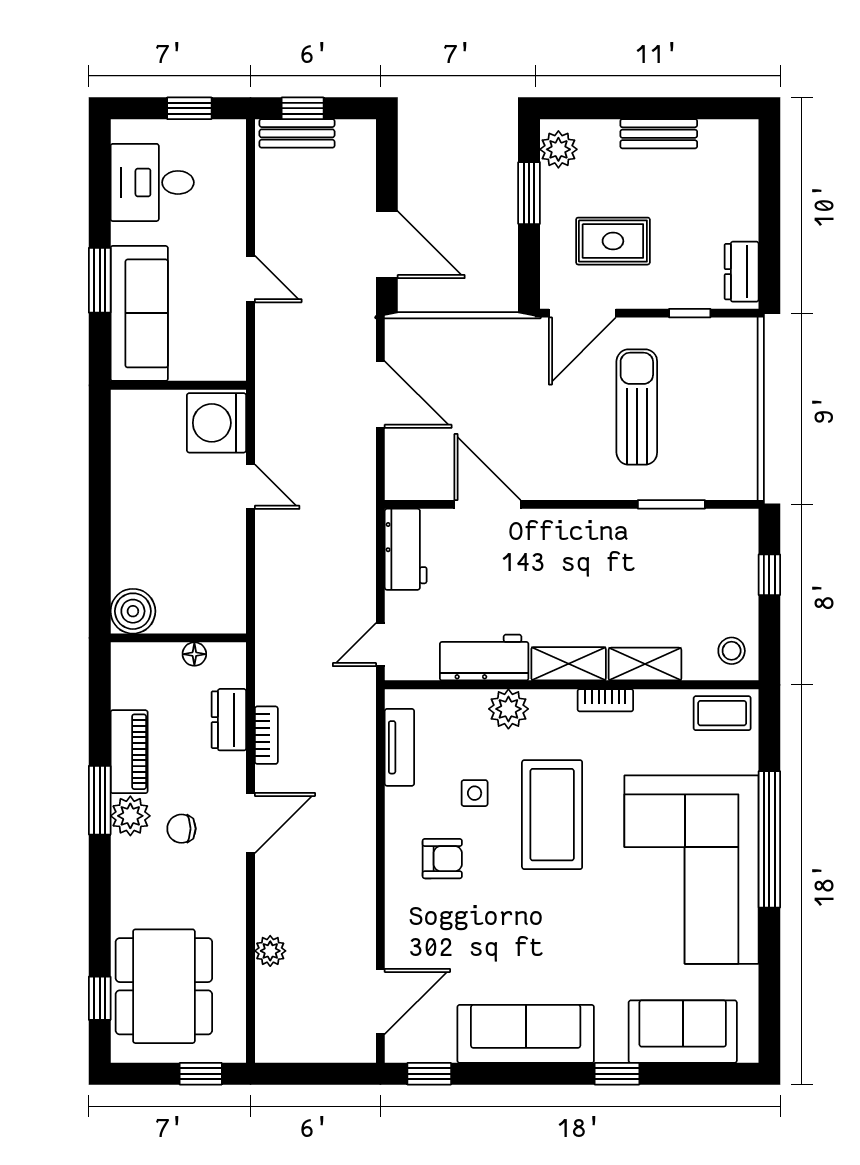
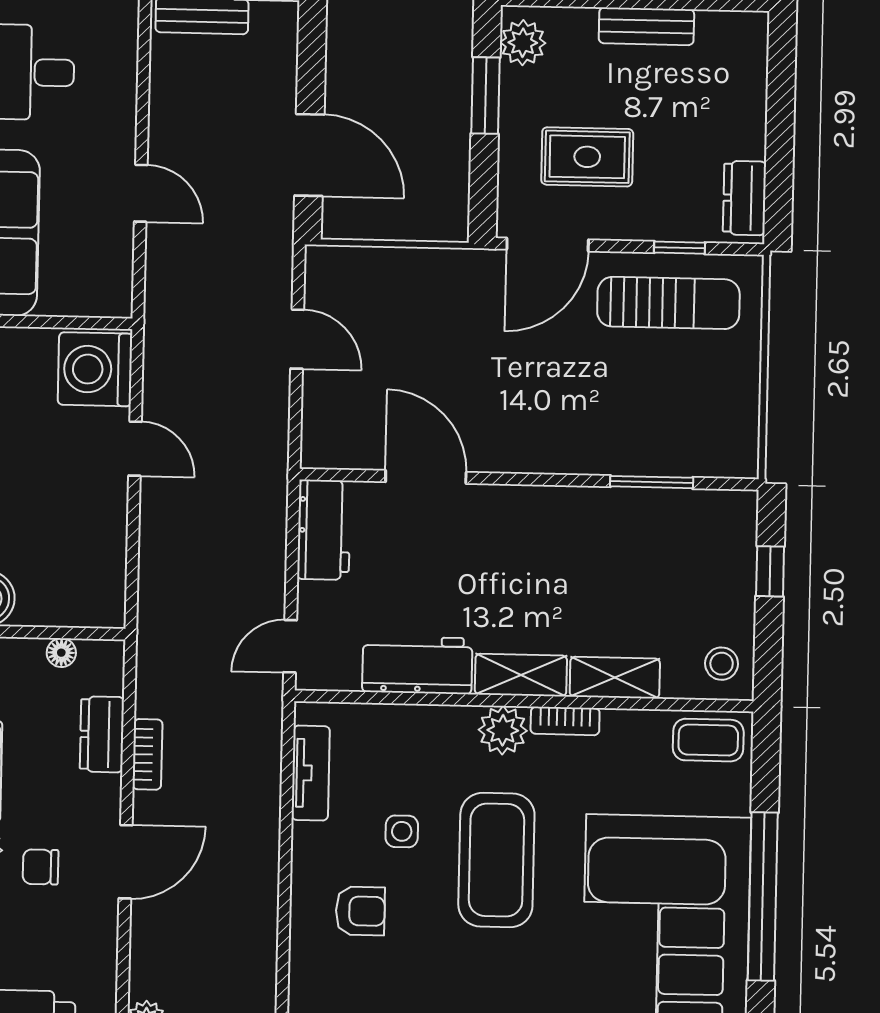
door: (380, 395) -> (297, 339), width x0.73
sun lounger: (637, 407) -> (668, 303), moved, turned 90
plant: (508, 709) -> (503, 730), moved

